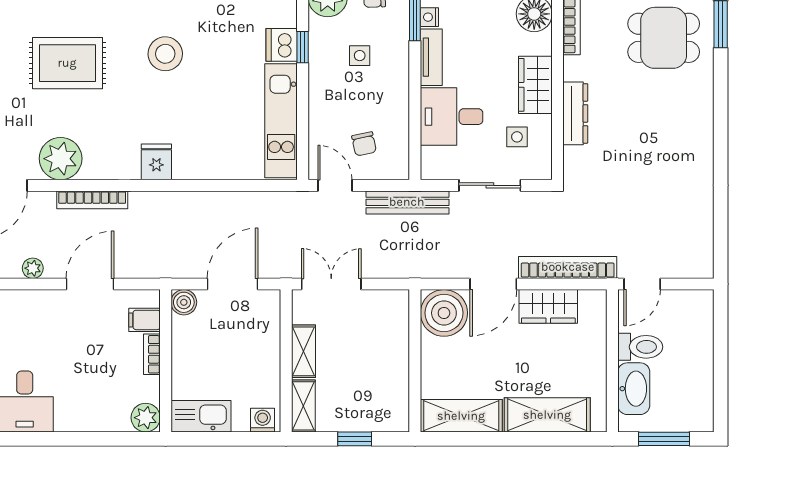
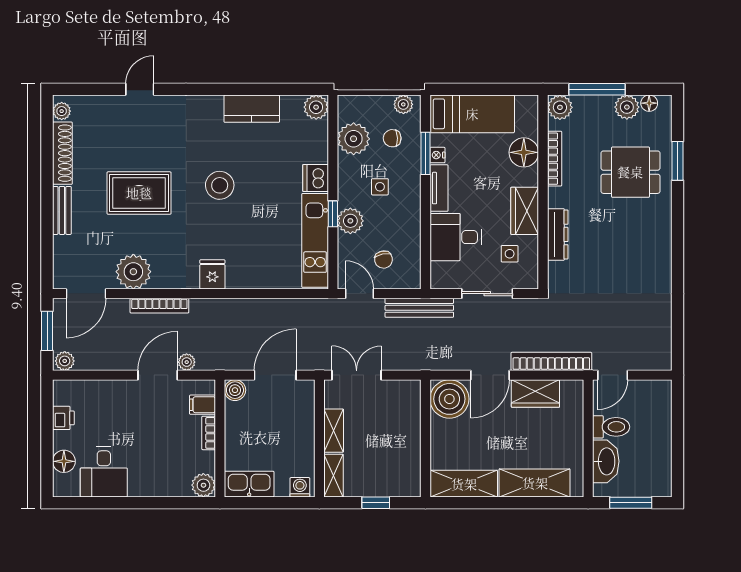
window: (303, 47) -> (333, 214), moved
plant: (324, 97) -> (350, 221), added
plant: (33, 268) -> (187, 362), moved

